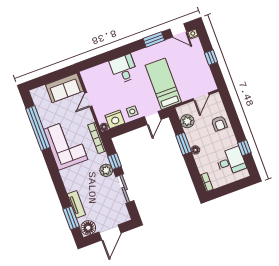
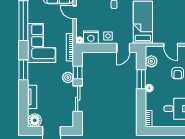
door: (201, 97) -> (171, 45), hinge flipped
door: (88, 100) -> (75, 12), hinge flipped
window: (71, 218) -> (23, 70), moved

